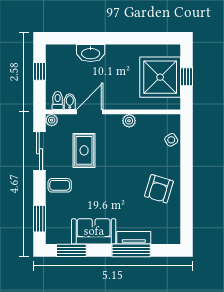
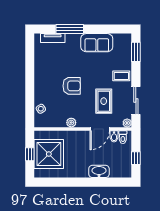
armchair: (159, 189) -> (72, 86), moved, turned 73
tv unit: (134, 238) -> (53, 38), moved
window: (71, 250) -> (113, 29), removed

